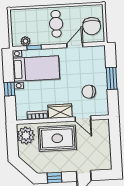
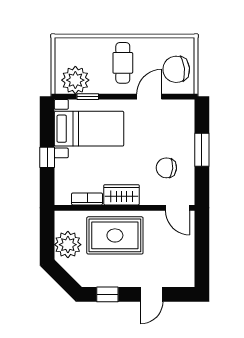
chair: (92, 26) -> (176, 69), turned 84
plant: (25, 41) -> (75, 80), width x1.87, depth x1.87
door: (83, 118) -> (178, 208), moved
plant: (26, 135) -> (68, 245), moved

